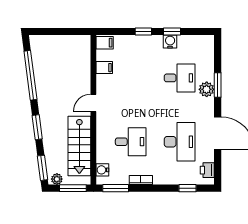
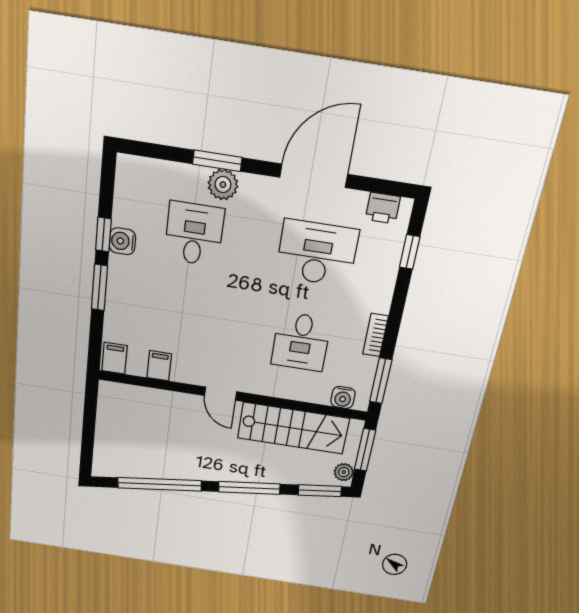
window: (143, 31) -> (99, 288), width x1.50
window: (37, 127) -> (249, 488), width x1.44
desk: (131, 142) -> (301, 342), turned 180

